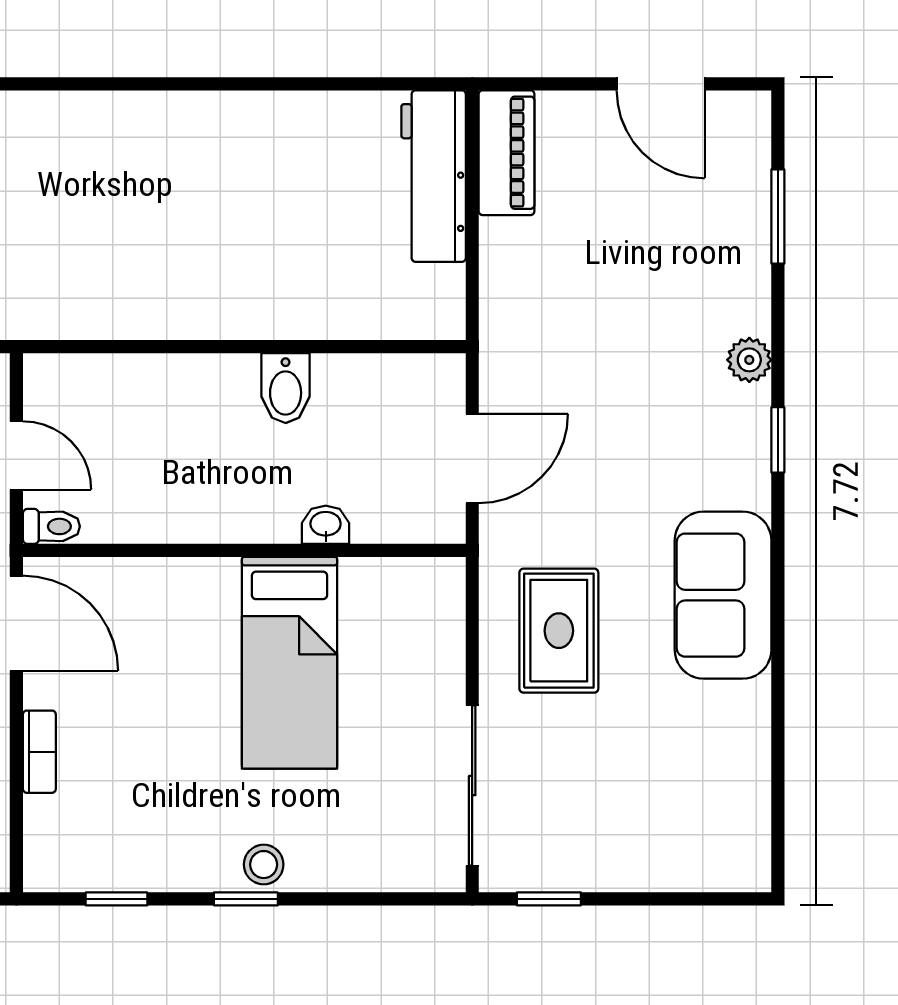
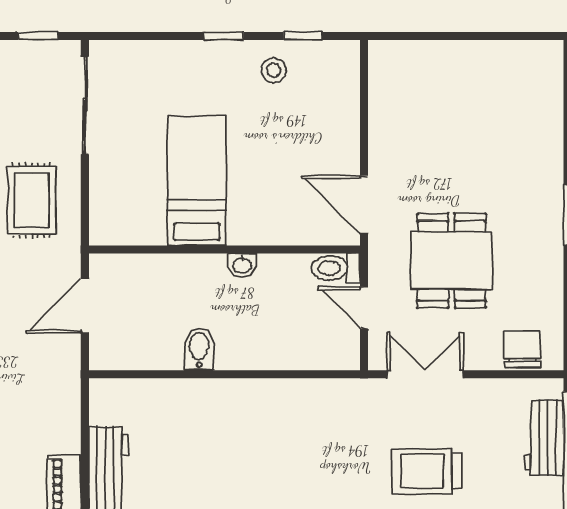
washbasin: (326, 525) -> (242, 265), moved
toilet: (51, 526) -> (336, 268), width x1.37, depth x1.39
bookcase: (39, 752) -> (350, 126), removed
stool: (264, 865) -> (274, 70), moved

